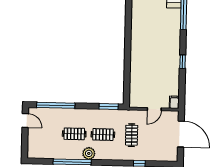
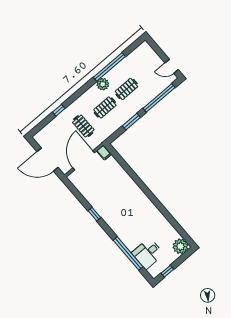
filing cabinet: (174, 102) -> (104, 153), moved
window: (109, 107) -> (131, 122), moved
door: (154, 109) -> (84, 160), width x1.87

